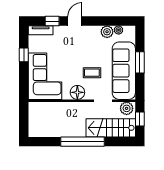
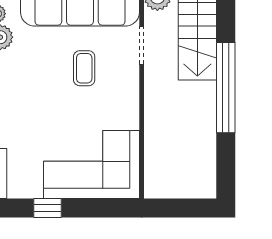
floor lamp: (77, 92) -> (125, 98), removed

